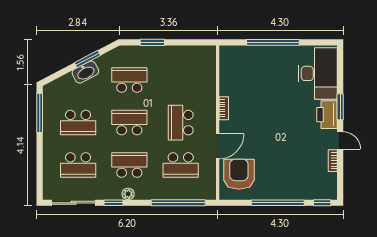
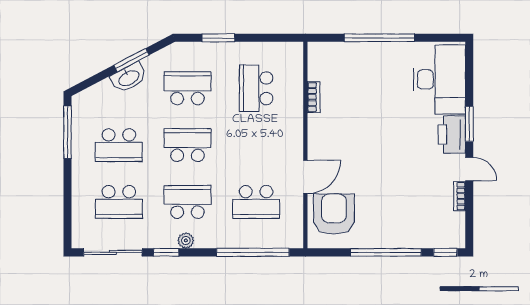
bookcase: (224, 108) -> (314, 97), moved
school desk: (181, 123) -> (256, 88), moved

